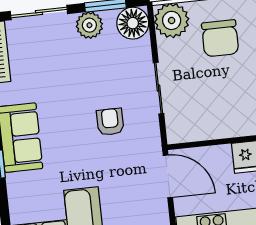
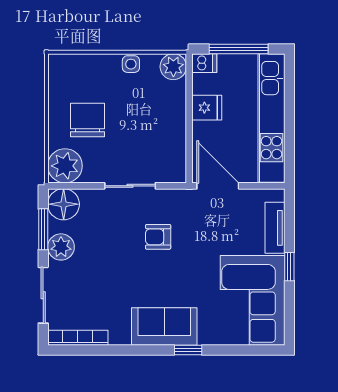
chair: (220, 38) -> (88, 120), turned -90
door: (168, 176) -> (218, 186), hinge flipped

